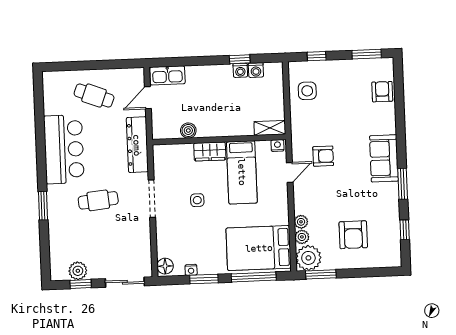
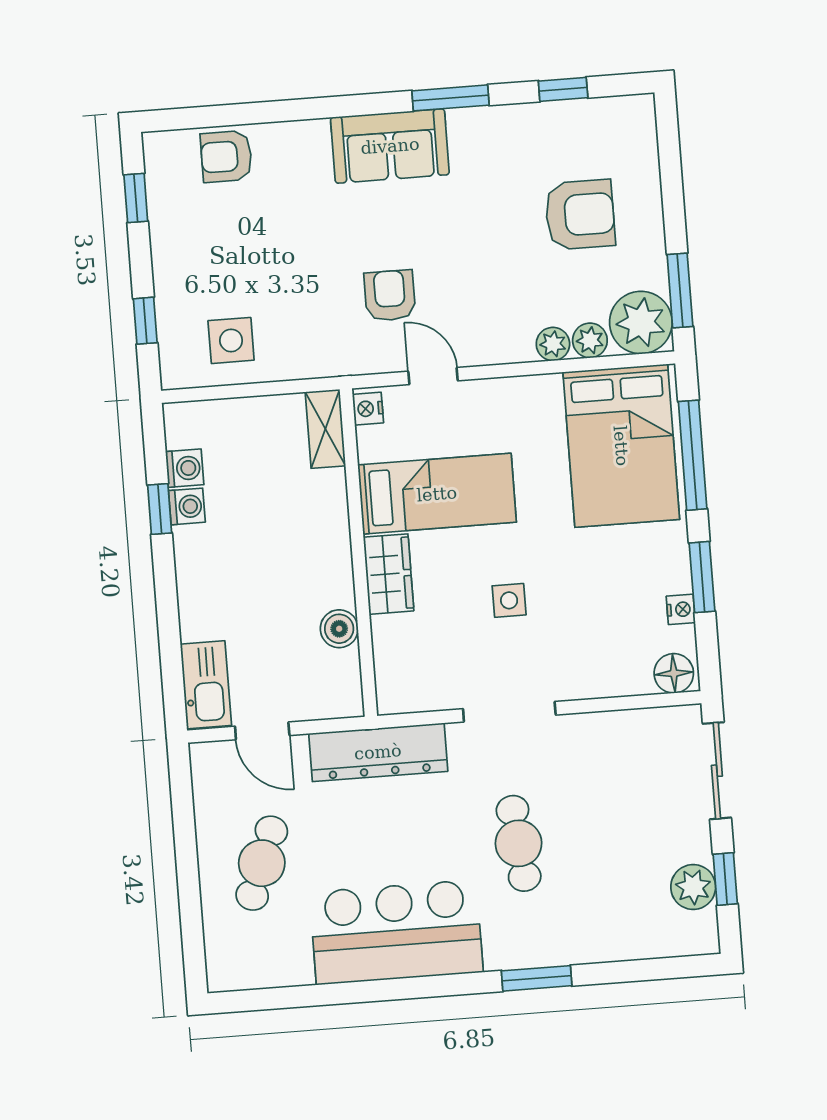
window: (367, 54) -> (136, 198), width x0.67

